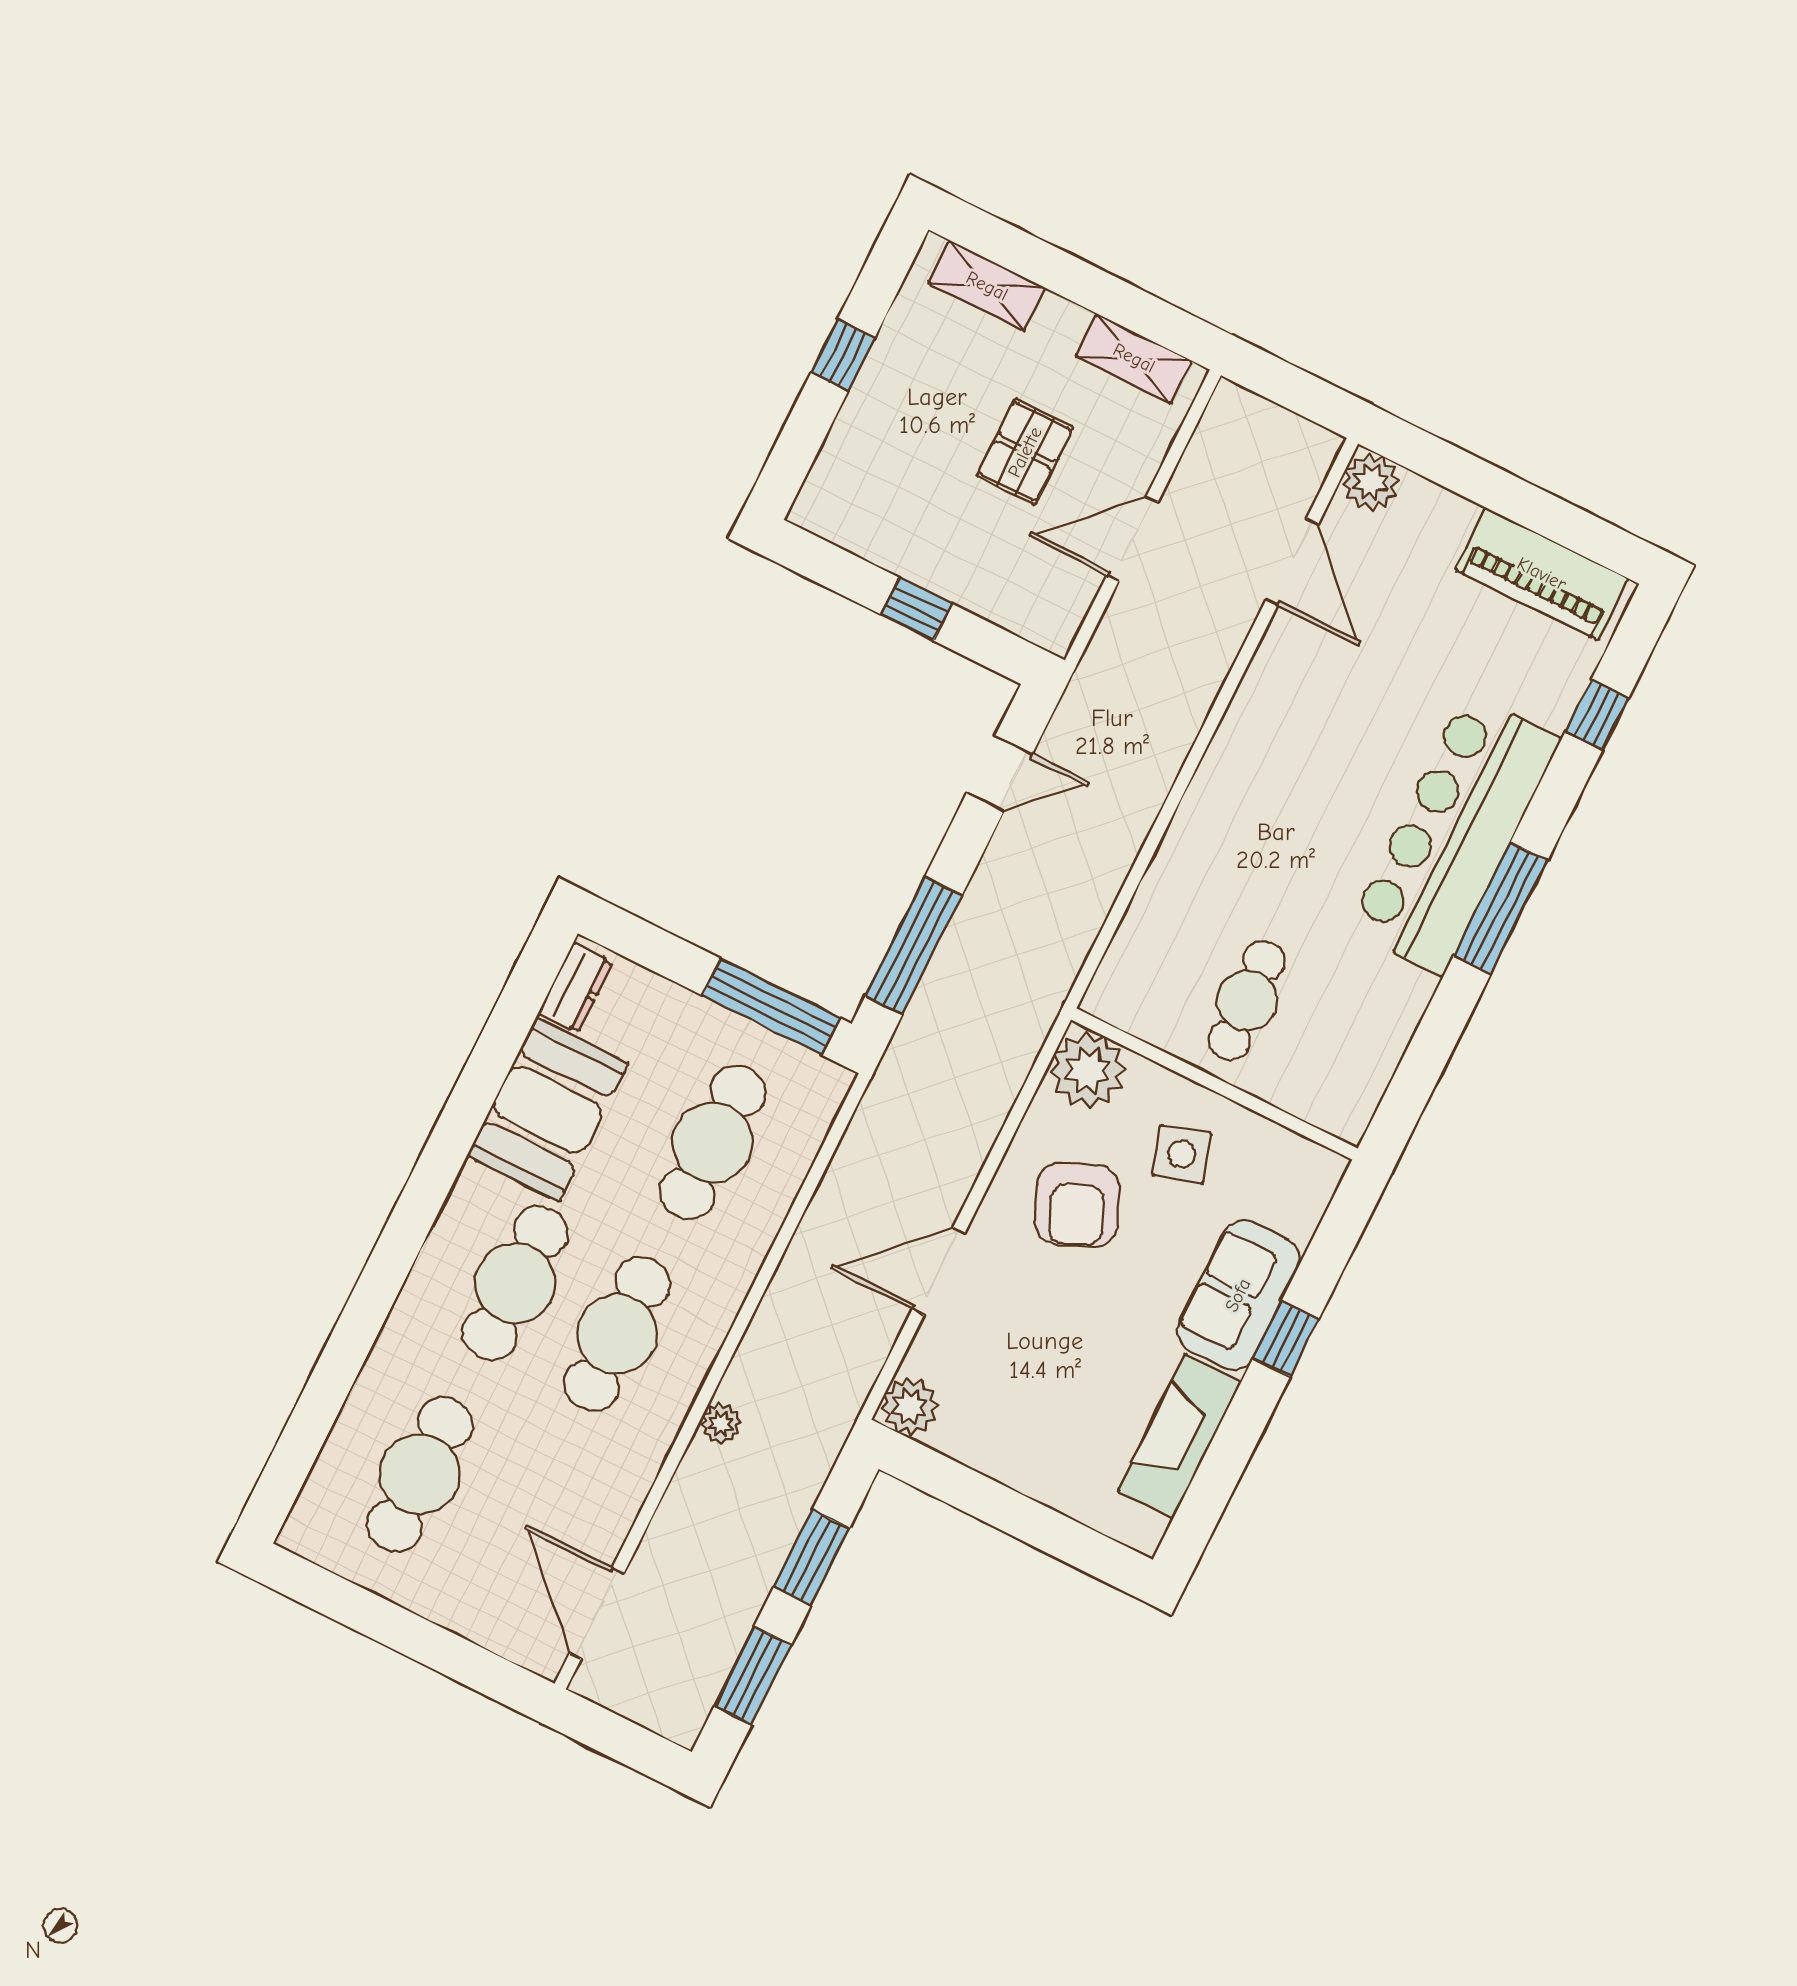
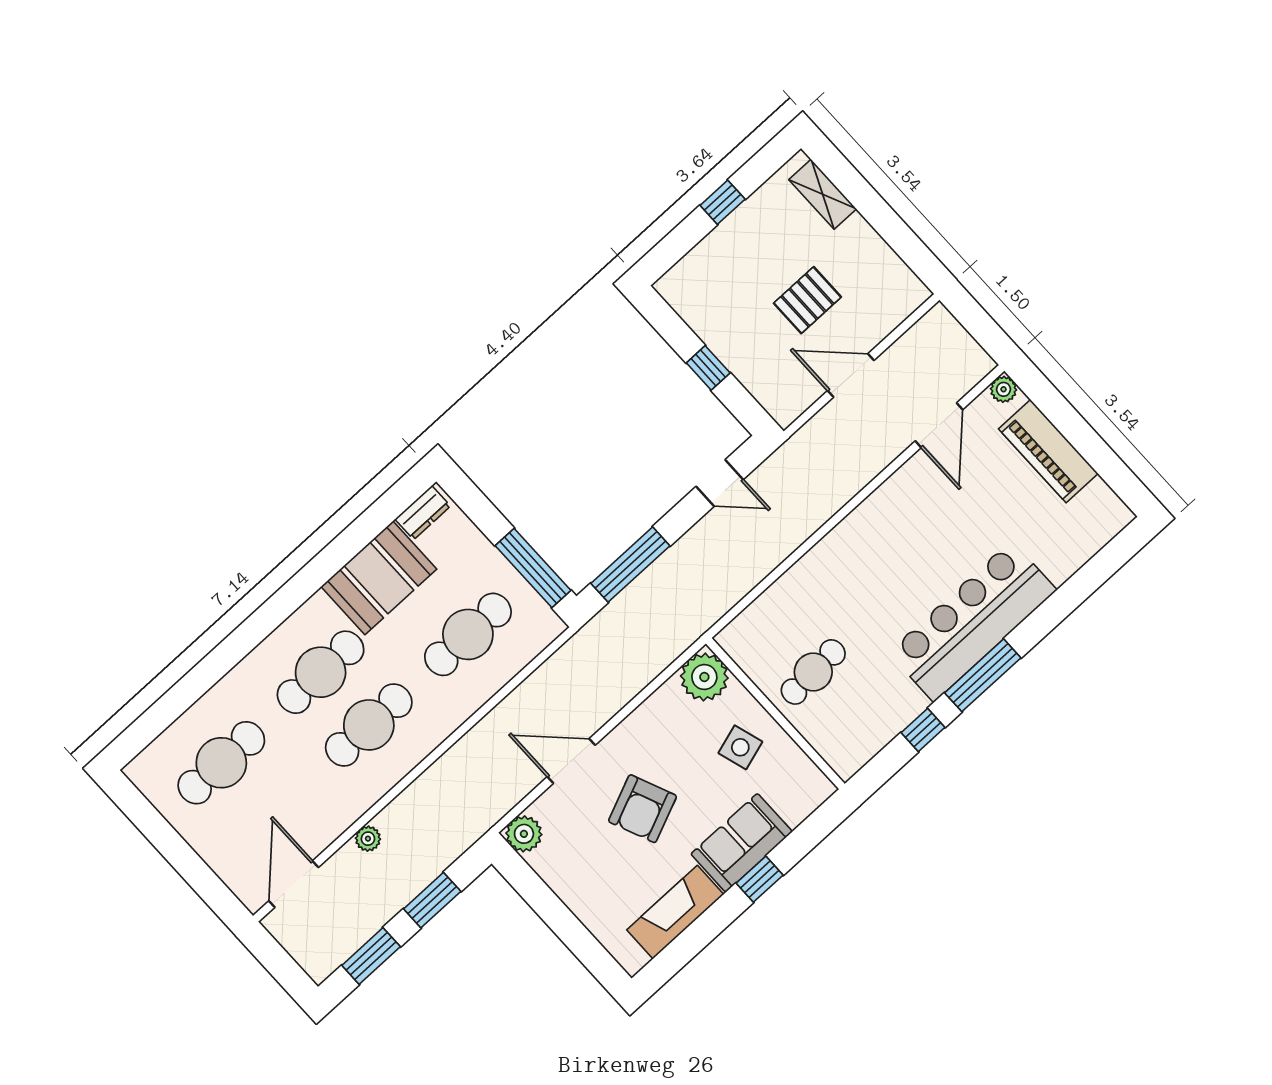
shelving: (1134, 358) -> (892, 270), removed
plant: (1371, 482) -> (1004, 389), width x0.73, depth x0.73
piano: (1542, 574) -> (1048, 451), moved
window: (1597, 715) -> (923, 730), moved
armchair: (1077, 1205) -> (643, 809), moved
plant: (721, 1424) -> (368, 839), moved

